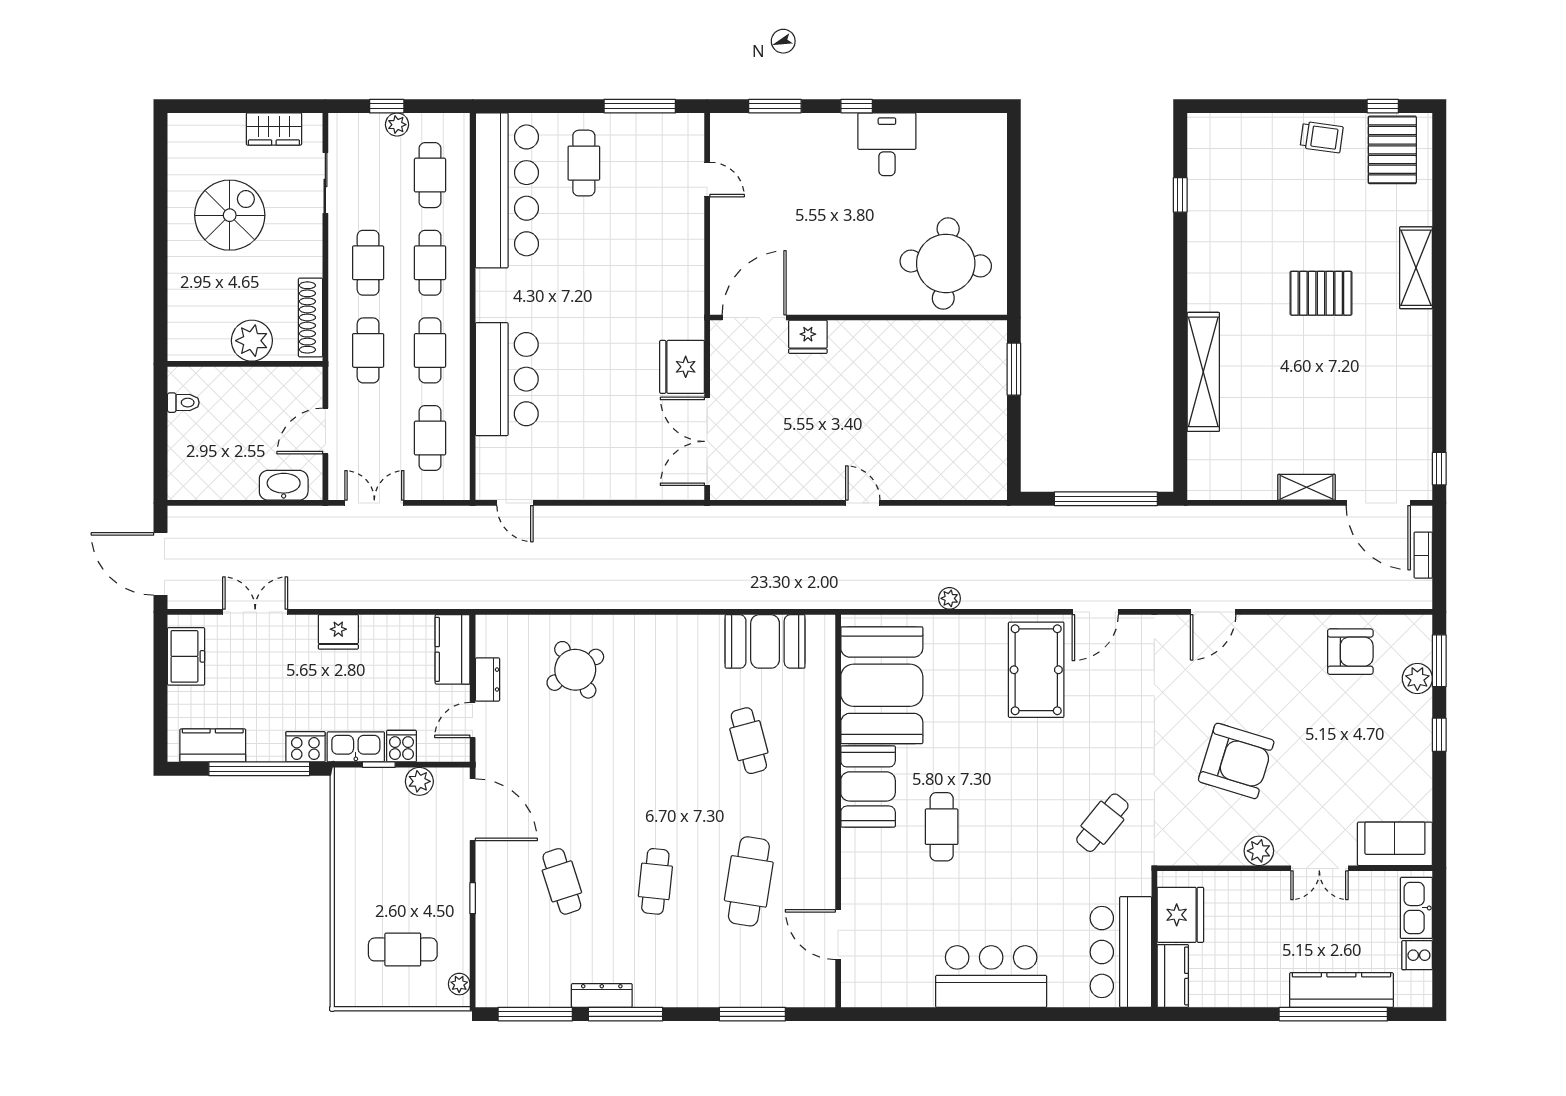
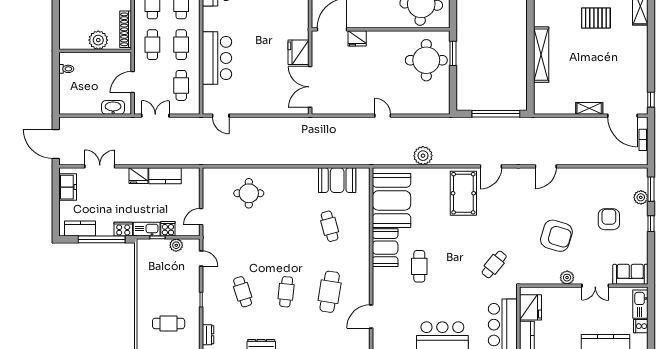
round table: (957, 384) -> (426, 60), added
plant: (949, 598) -> (423, 156), width x1.88, depth x1.88
kitchen counter: (453, 649) -> (165, 176), moved, turned -90
armchair: (1350, 652) -> (609, 219), moved, turned -90
round table: (575, 670) -> (249, 193), turned 32
dresser: (488, 680) -> (208, 335), moved
door: (473, 810) -> (201, 258), width x0.53
door: (838, 935) -> (371, 317), hinge flipped
plant: (459, 984) -> (195, 340), removed

